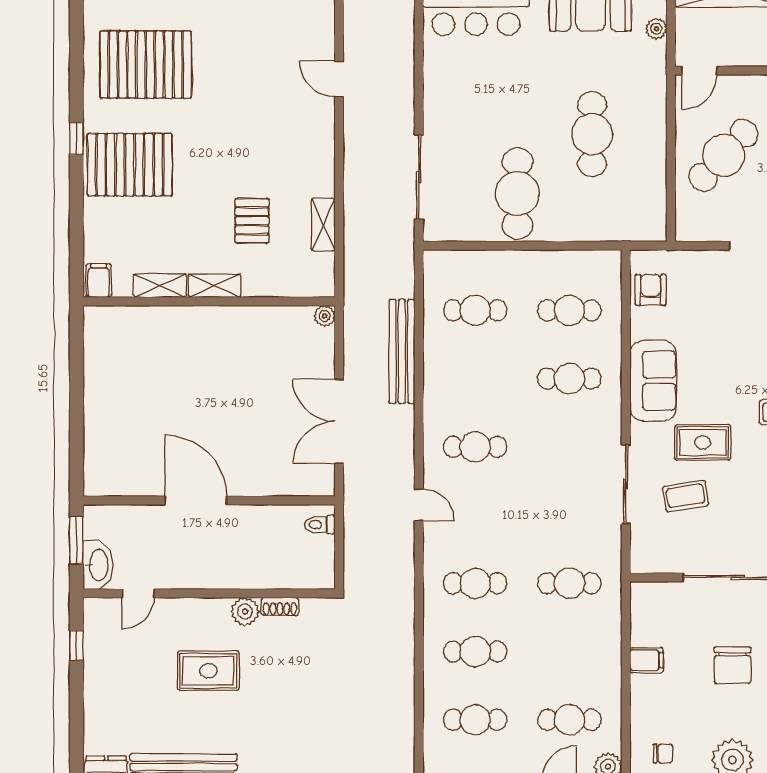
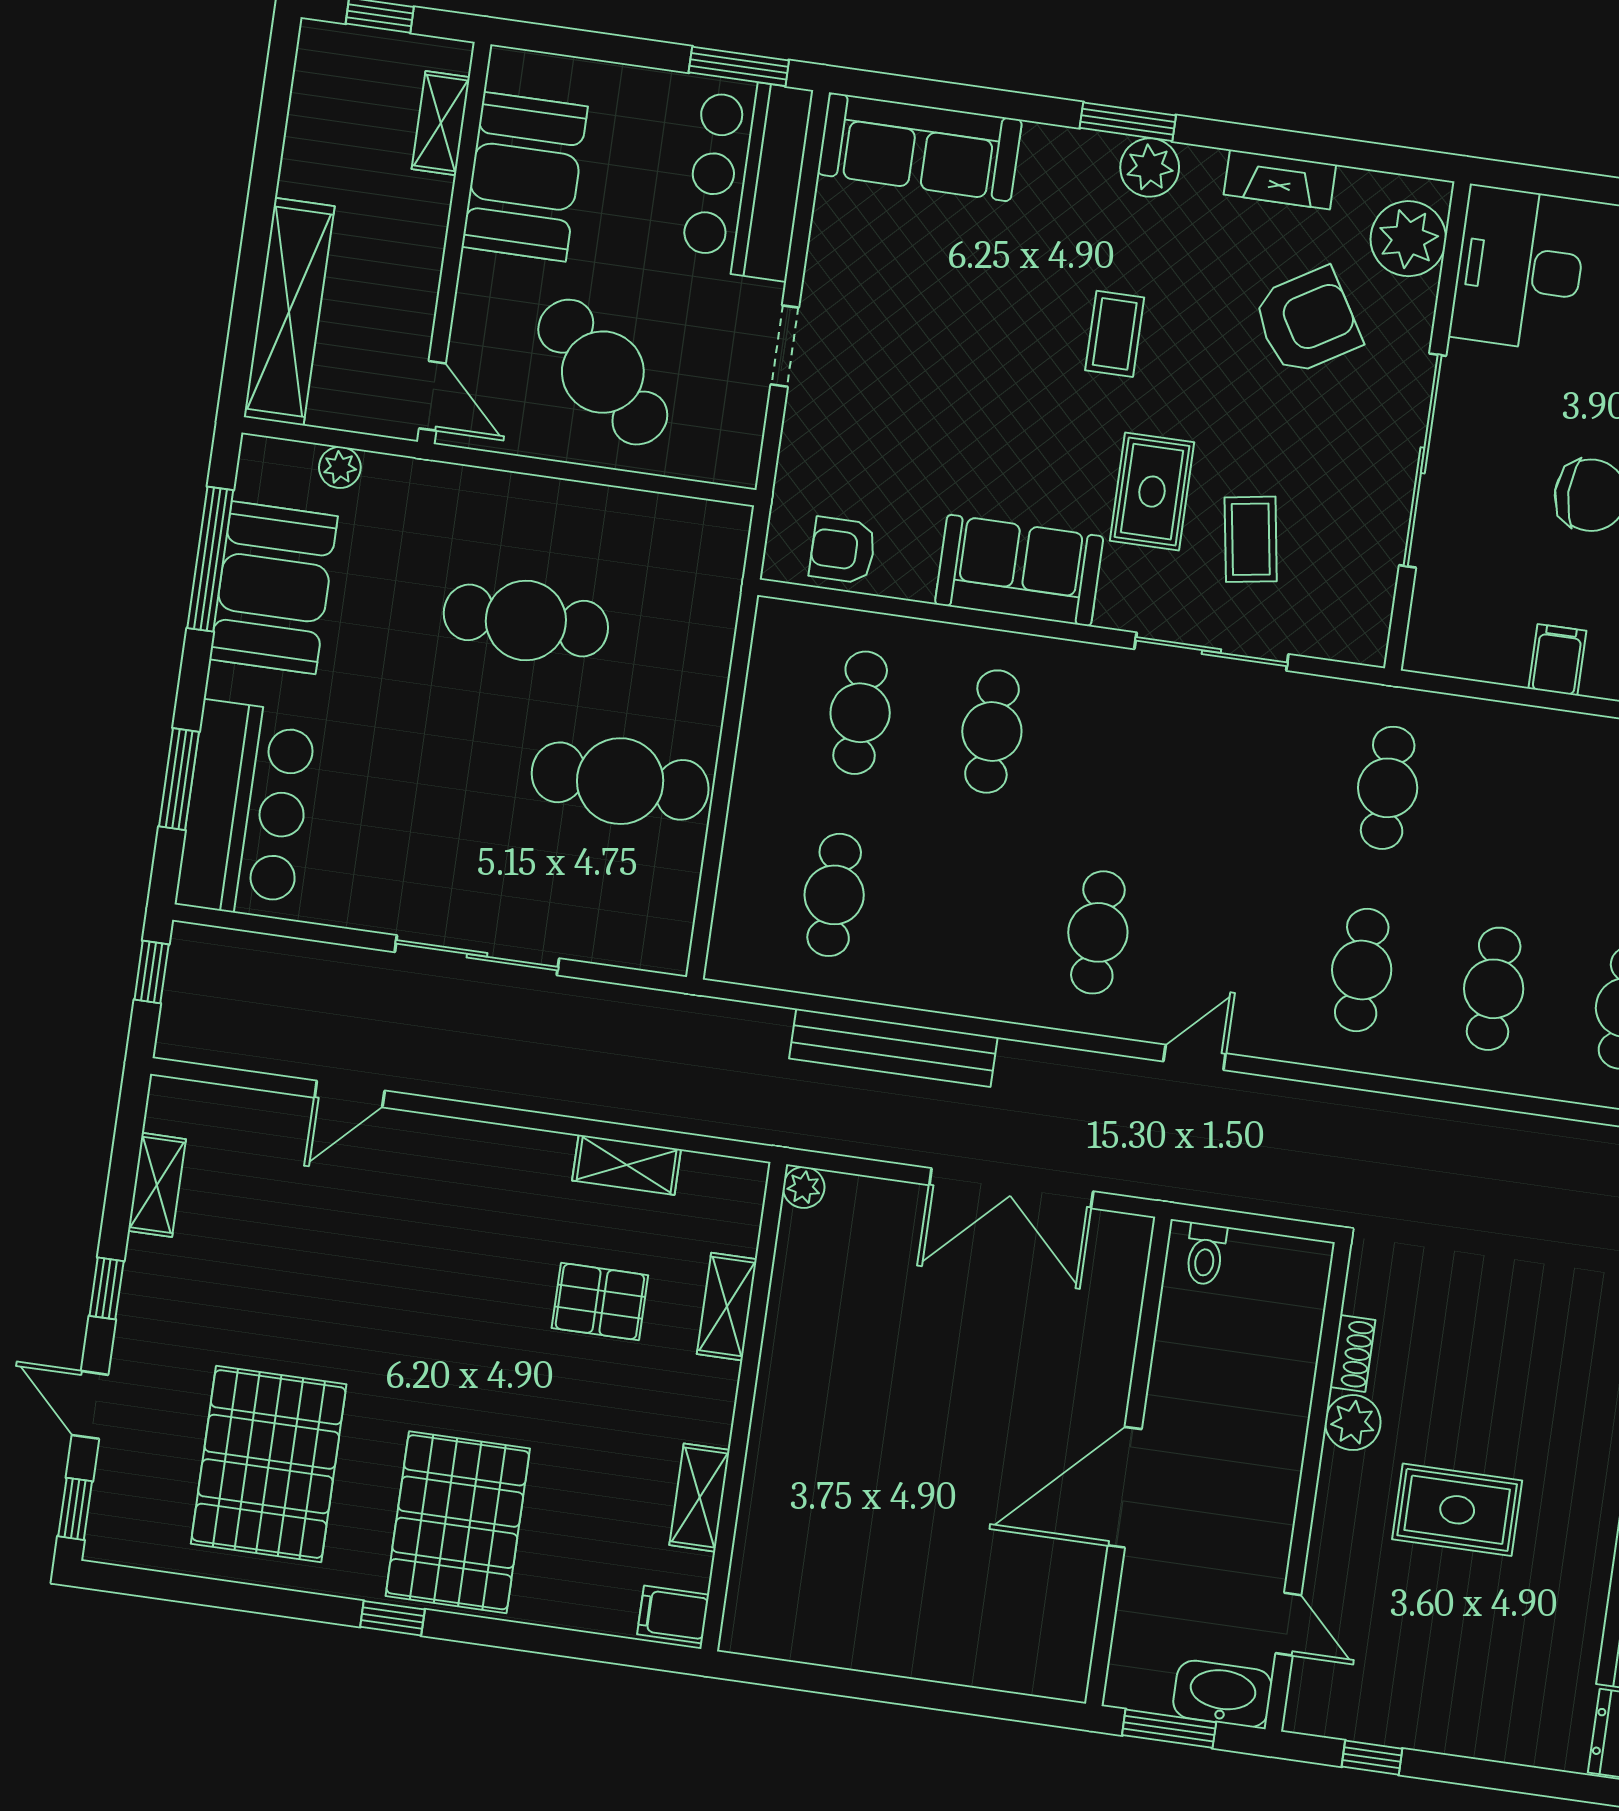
sliding door: (419, 177) -> (477, 955), moved
shelving: (215, 286) -> (727, 1307), moved
rug: (208, 671) -> (1457, 1510), turned 90

